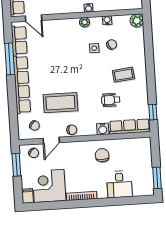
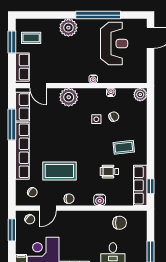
plant: (85, 22) -> (69, 97), moved, width x1.88, depth x1.88
row of seats: (130, 126) -> (140, 185), moved, turned -90
chair: (102, 155) -> (120, 223), moved, turned 90

